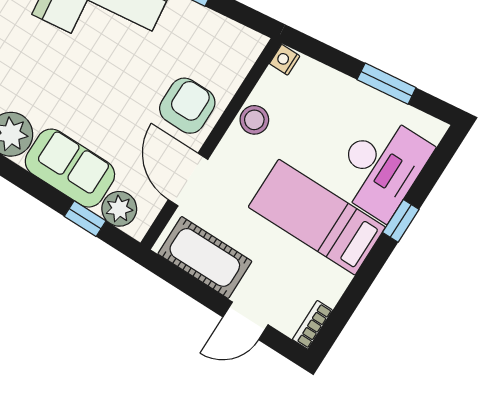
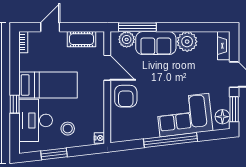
stool: (254, 120) -> (68, 129), moved
window: (85, 219) -> (137, 27), width x2.17
cot: (205, 257) -> (82, 39), width x0.73, depth x0.75

